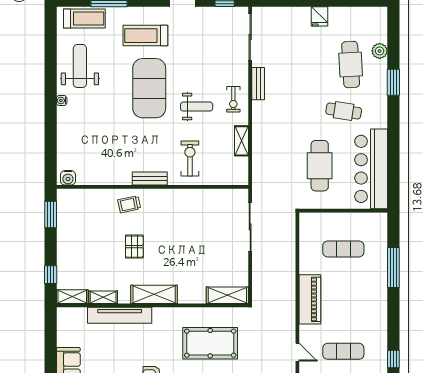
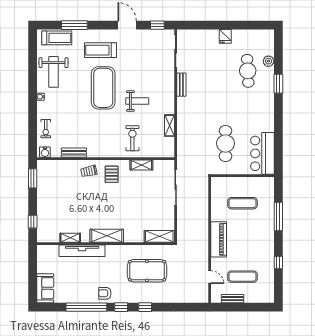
weight bench: (80, 66) -> (54, 72), turned 180
exercise bike: (233, 99) -> (46, 129), moved
cafe table: (344, 111) -> (243, 104), removed
bar counter: (371, 169) -> (262, 153), width x0.73
bench: (150, 179) -> (74, 153), moved
pallet: (134, 247) -> (112, 174), moved
shelving: (72, 297) -> (141, 165), moved
window: (393, 359) -> (278, 262), moved

